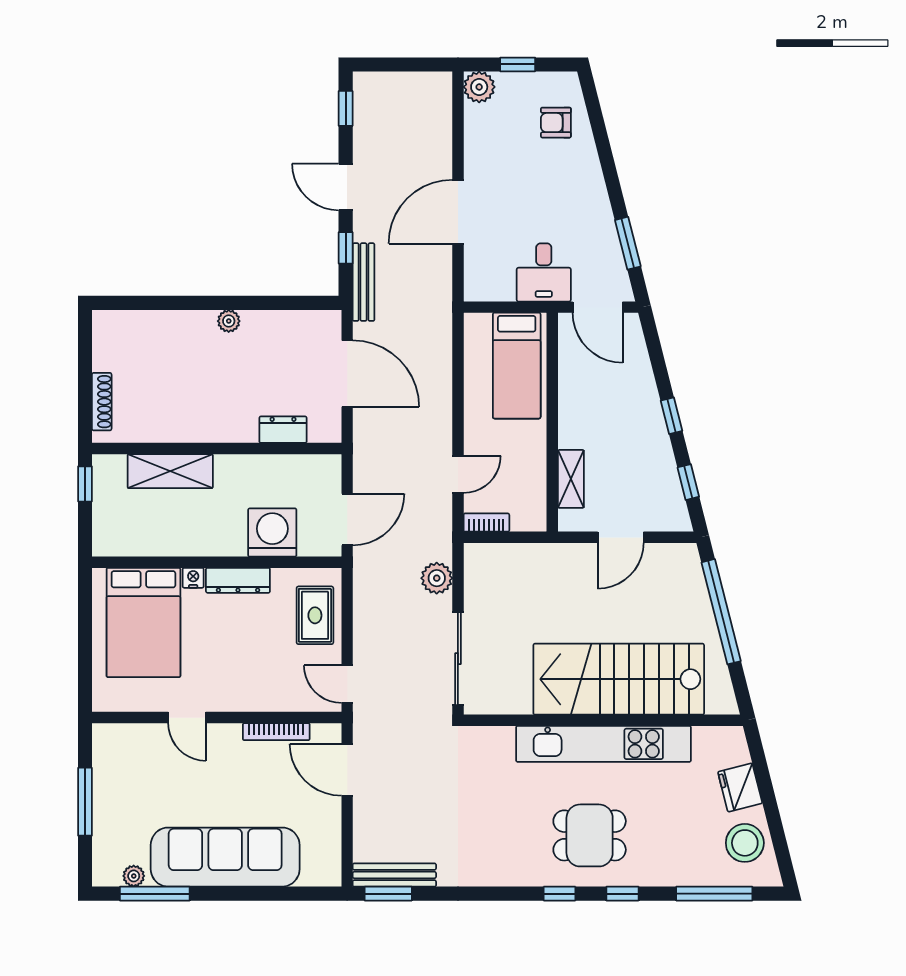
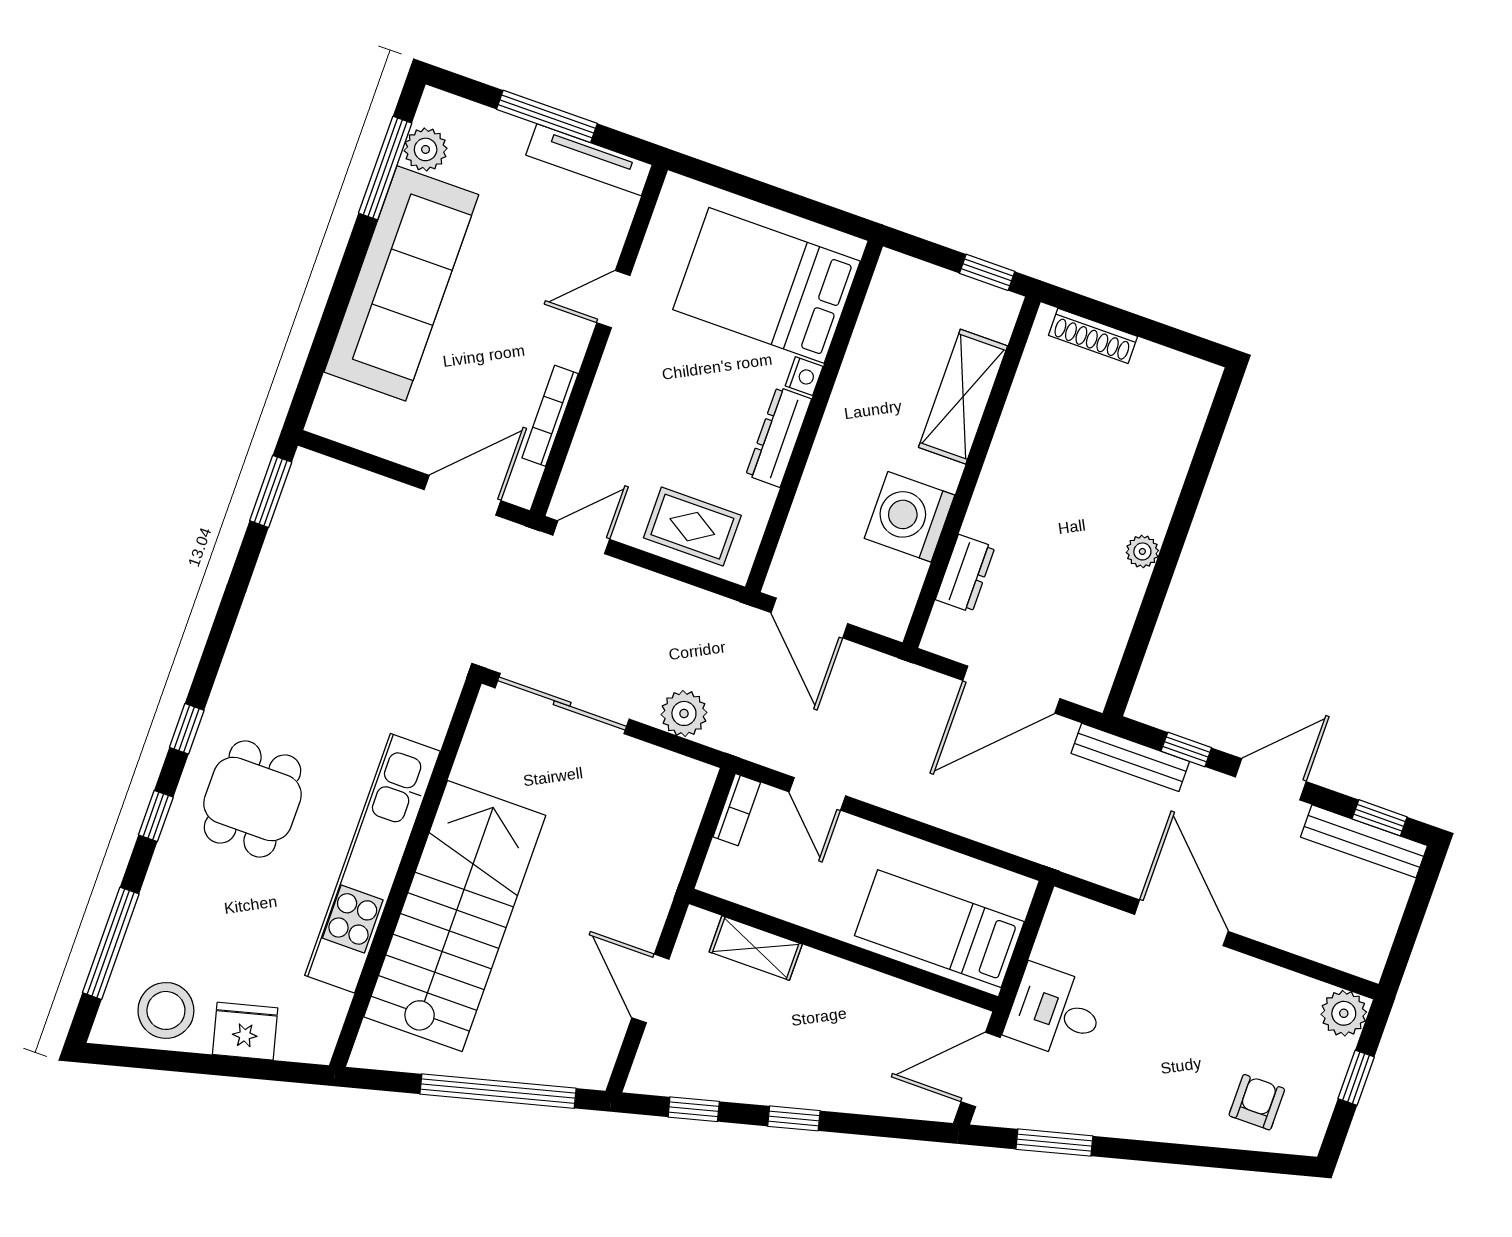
washing machine: (272, 533) -> (909, 517), moved, turned 180
tv unit: (103, 765) -> (589, 160), added
bench: (394, 875) -> (1364, 841), moved, turned 90
plant: (134, 876) -> (426, 149), width x1.38, depth x1.38

